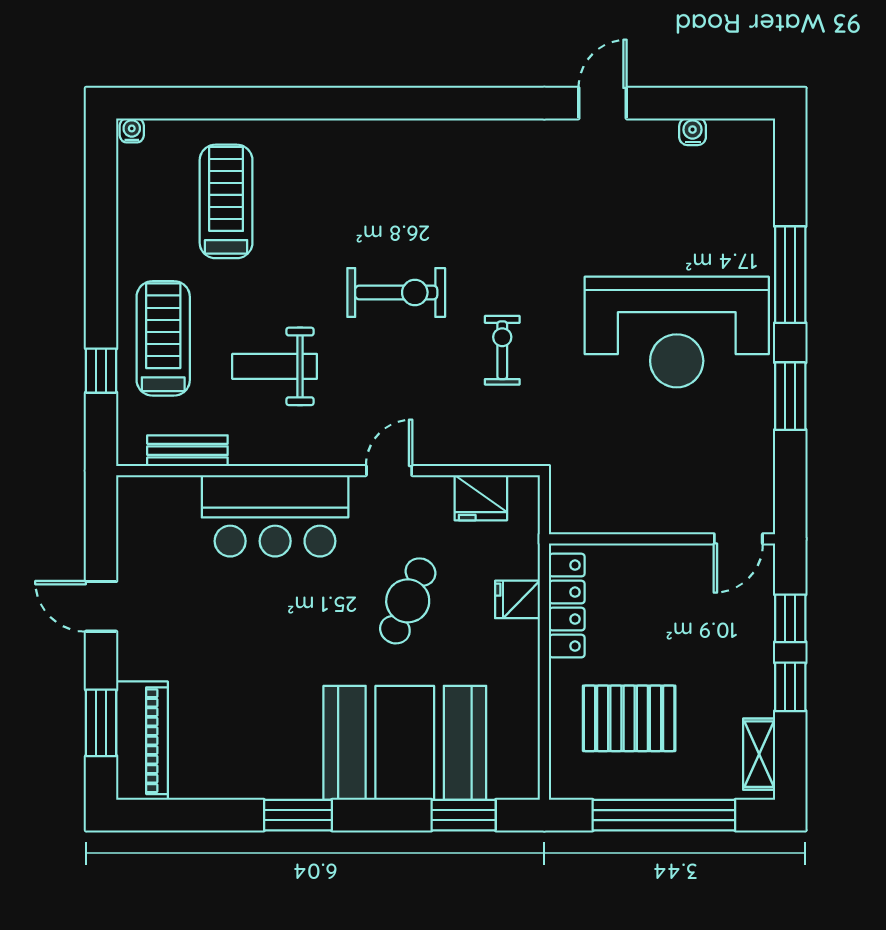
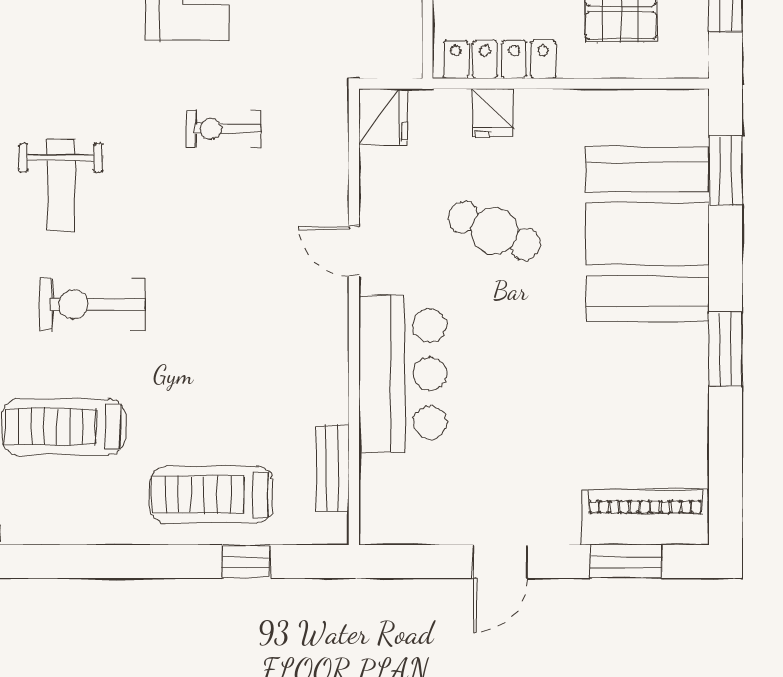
exercise bike: (396, 292) -> (92, 304), moved, turned -90
weight bench: (275, 366) -> (61, 185), moved
fridge: (481, 498) -> (383, 117), moved

